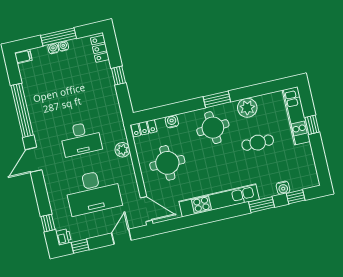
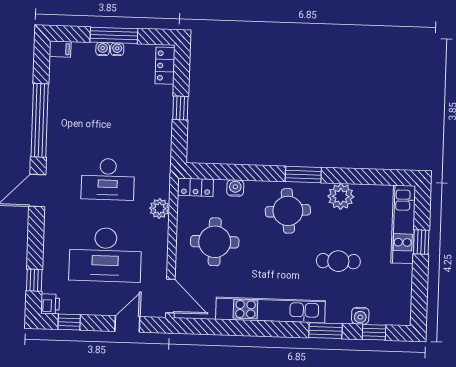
cafe table: (258, 143) -> (338, 261), moved

